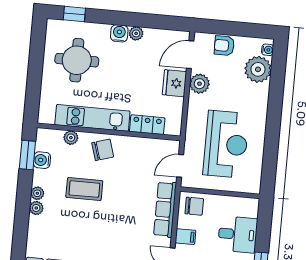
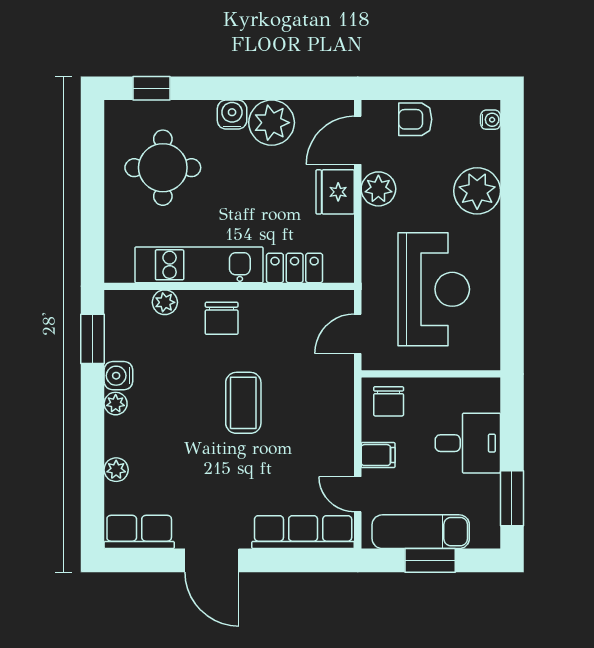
plant: (136, 33) -> (272, 123), width x1.88, depth x1.88
plant: (258, 69) -> (477, 191), moved
chair: (103, 150) -> (222, 318), turned 107
water cooler: (42, 160) -> (118, 376), moved
coffee table: (84, 189) -> (243, 403), moved, turned 90
chair: (194, 206) -> (389, 401), turned 90
plant: (36, 208) -> (116, 470), moved
row of seats: (165, 209) -> (339, 411), removed

